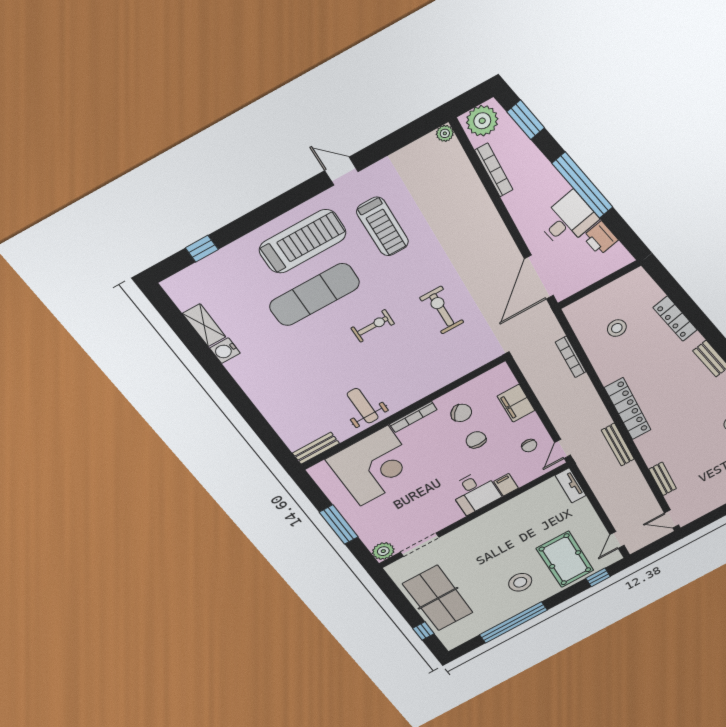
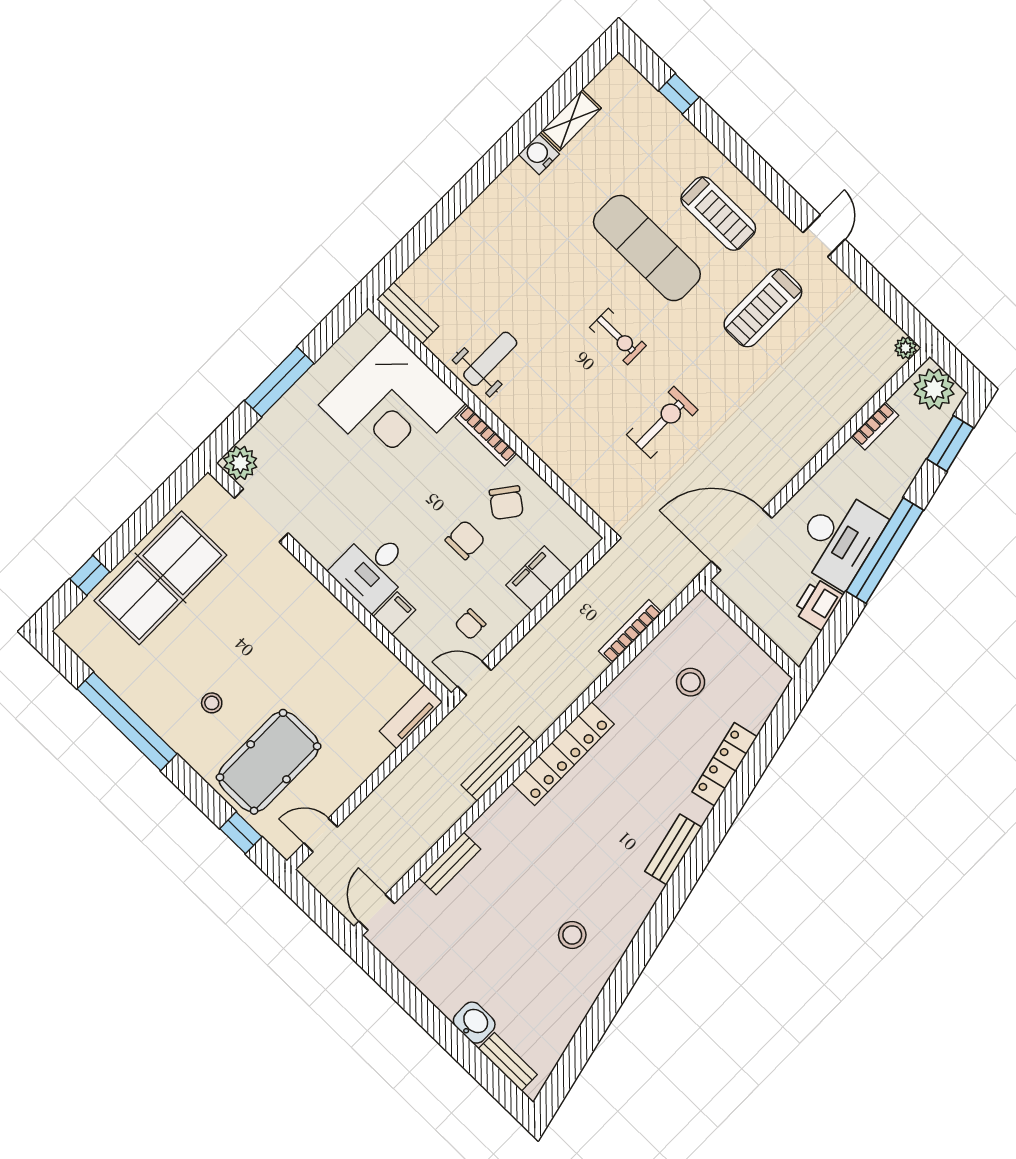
bookcase: (494, 170) -> (875, 426), width x0.64
desk: (568, 220) -> (839, 539), width x1.37
treadmill: (303, 241) -> (718, 214), width x0.73, depth x0.73
stool: (520, 582) -> (212, 703), width x0.53, depth x0.53

